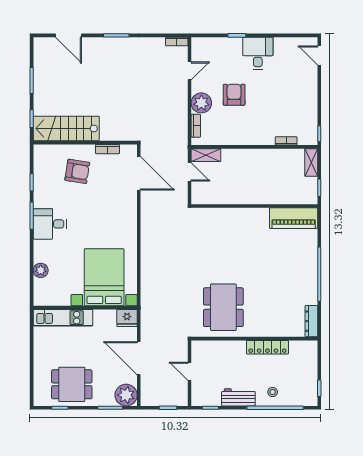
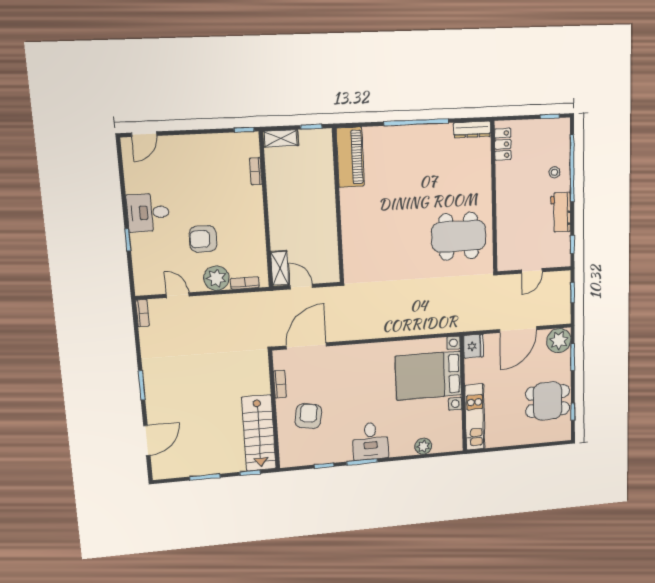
door: (190, 172) -> (301, 287), hinge flipped
locker: (267, 347) -> (503, 144), moved, width x0.66
dining table: (72, 384) -> (548, 401), turned 90

